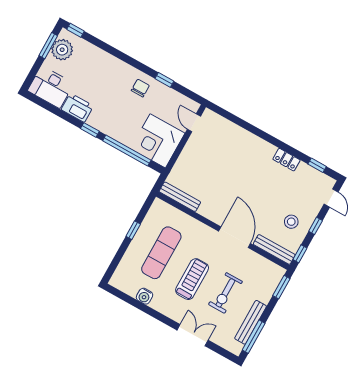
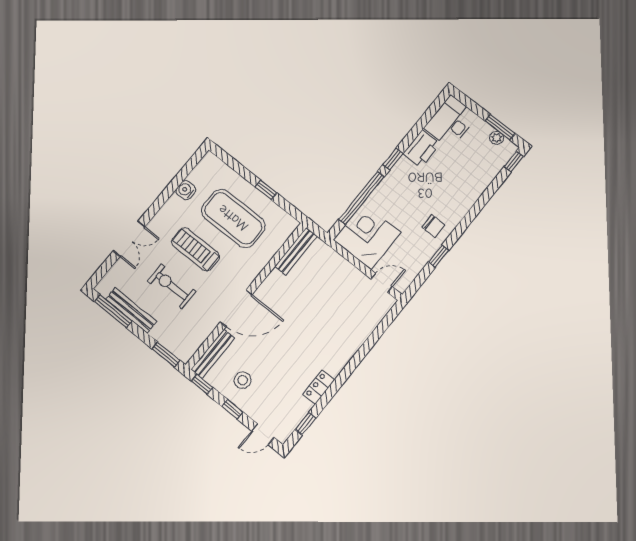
plant: (62, 50) -> (497, 138), width x0.53, depth x0.53
exercise mat: (161, 253) -> (233, 218), width x1.47
treadmill: (192, 279) -> (196, 249), turned 180

